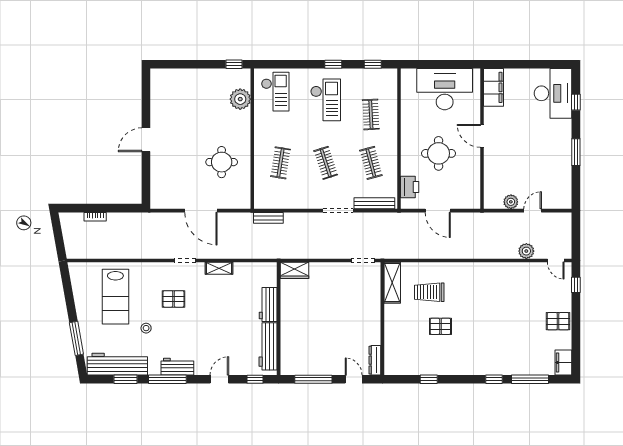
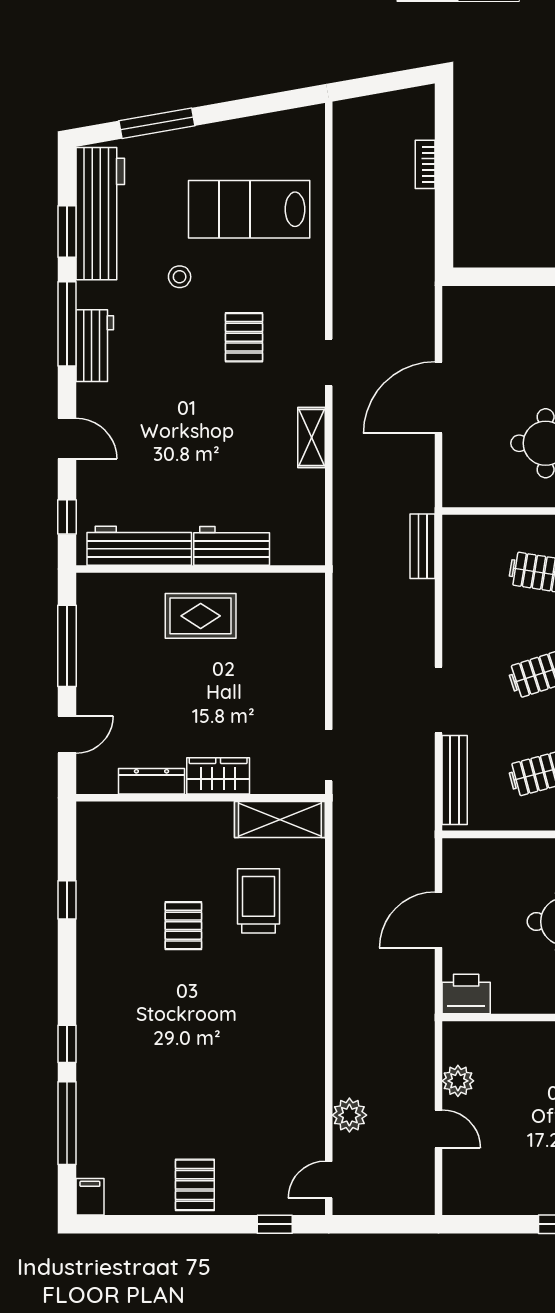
printer: (410, 187) -> (466, 994), moved, turned 180
wardrobe: (294, 270) -> (218, 776), moved, turned 90
rug: (300, 319) -> (201, 616), added
dresser: (375, 360) -> (152, 781), moved
filing cabinet: (563, 362) -> (90, 1197), width x0.50

